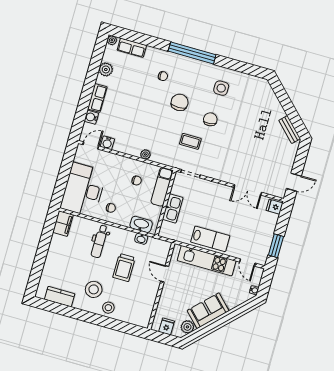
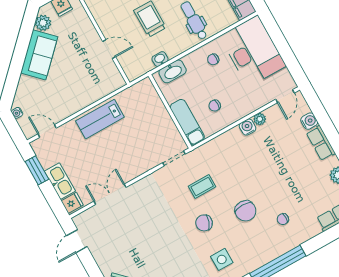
chair: (210, 119) -> (204, 223), turned 118
water cooler: (107, 143) -> (248, 127), moved
plant: (145, 154) -> (260, 119), moved
kitchen sink: (173, 208) -> (60, 181), moved, turned 180
kitchen unit: (207, 261) -> (84, 97), removed

